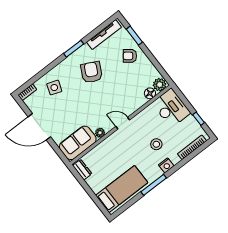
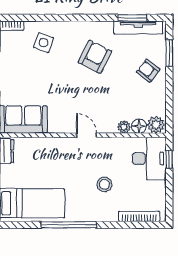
window: (74, 49) -> (132, 18), moved
window: (199, 119) -> (169, 159), moved
plant: (100, 133) -> (124, 127), moved
nightstand: (166, 165) -> (98, 215), removed
window: (154, 185) -> (69, 225), width x1.46

